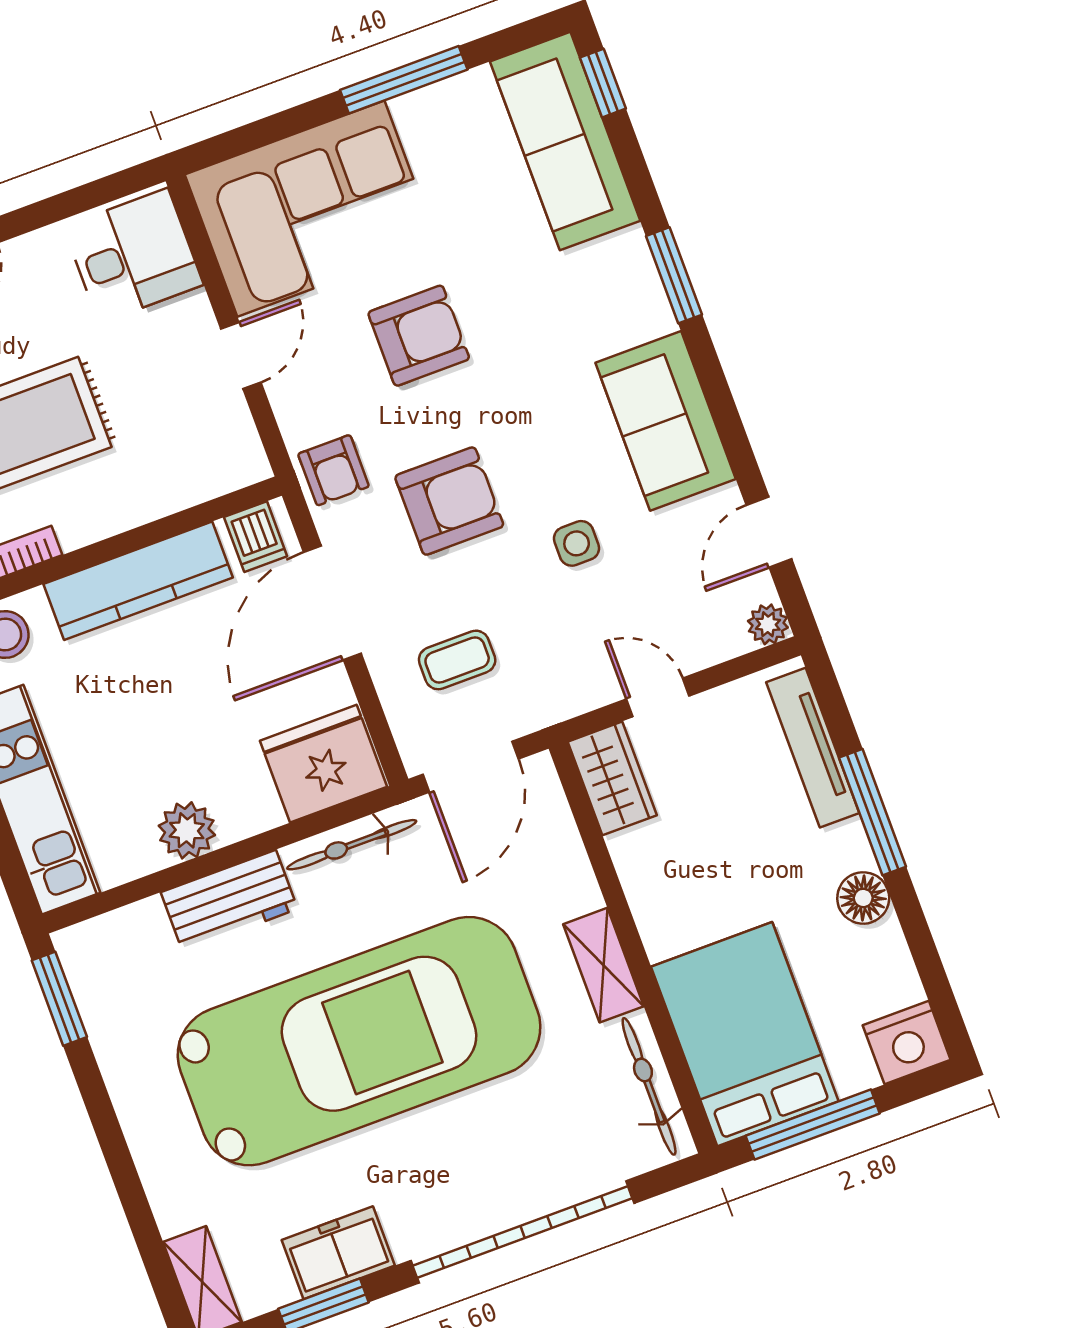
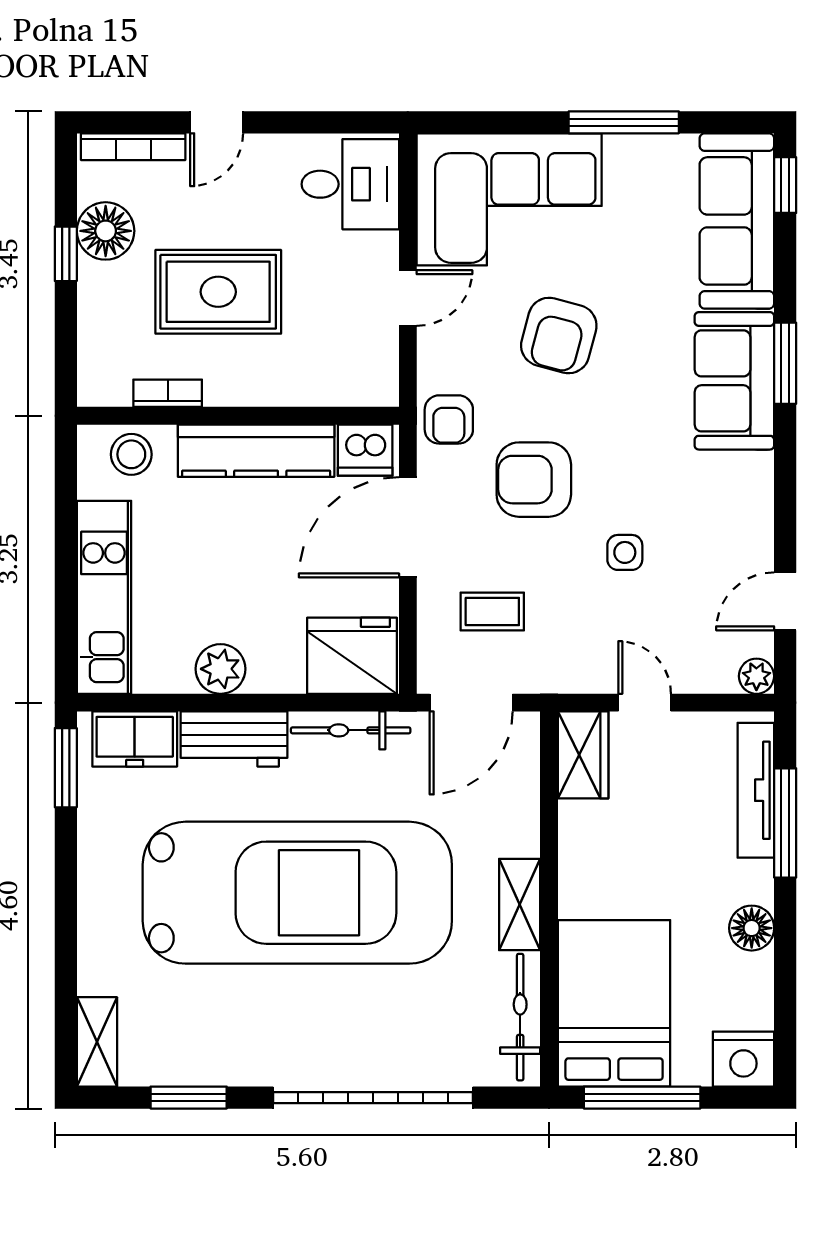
armchair: (419, 336) -> (559, 335), turned 105
sofa: (666, 421) -> (734, 381), moved
armchair: (449, 501) -> (534, 480), turned 180
dishwasher: (256, 537) -> (365, 450), width x1.38
window: (873, 812) -> (785, 823), moved
freezer: (338, 1253) -> (135, 739), moved, turned 180

